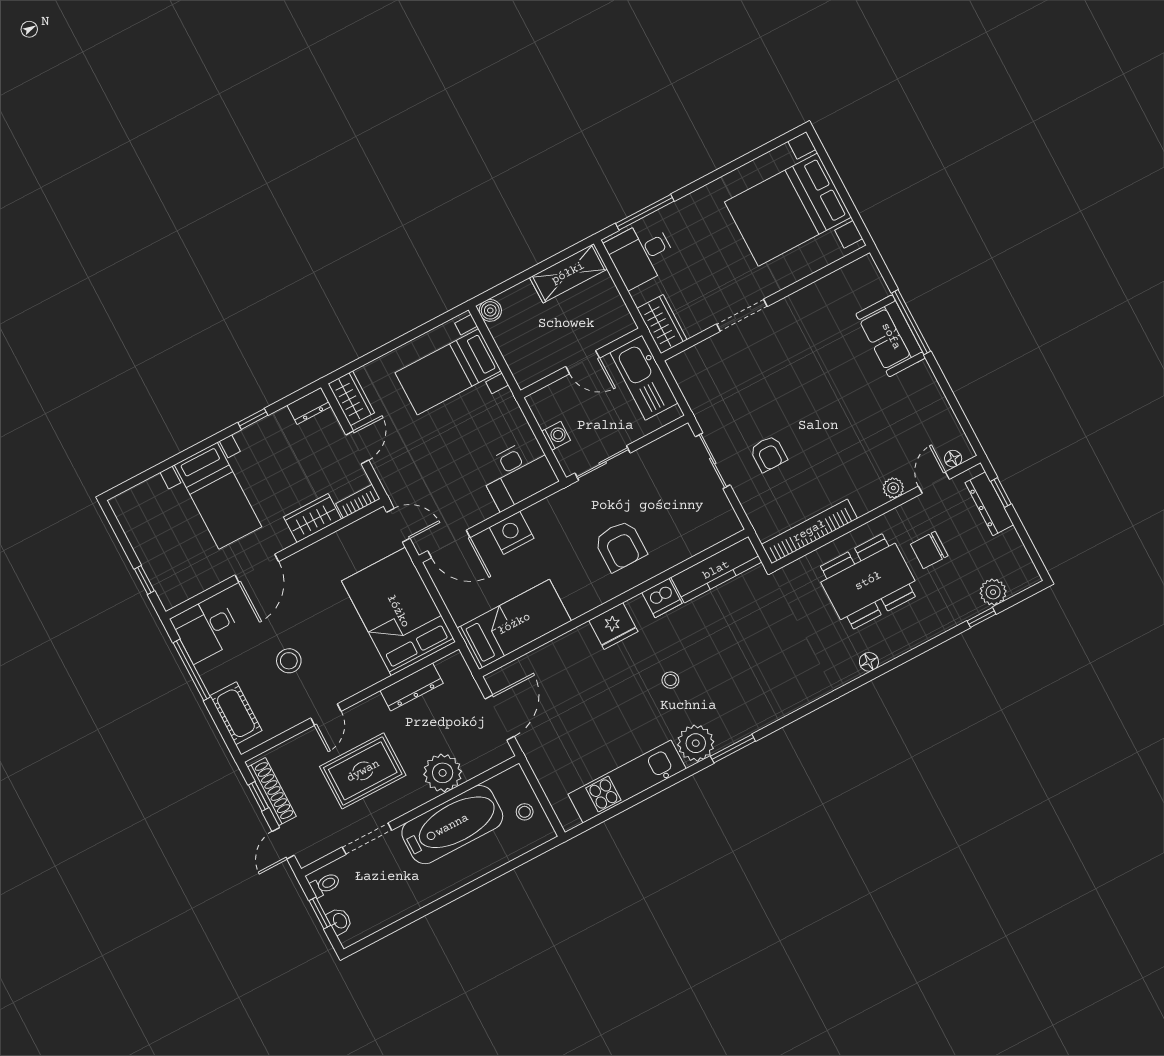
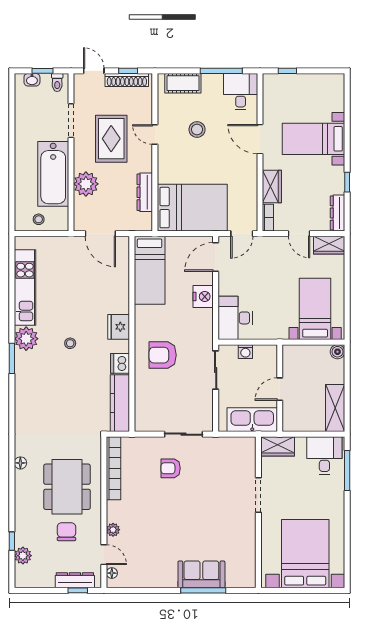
dresser: (309, 406) -> (338, 213), width x1.44

